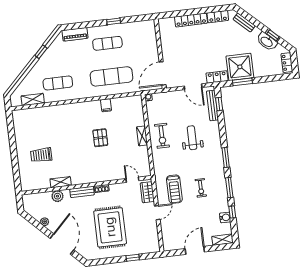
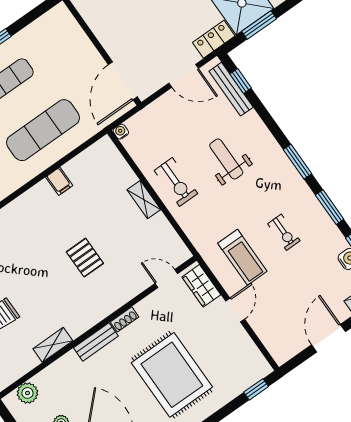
pallet: (100, 138) -> (85, 258), moved
plant: (57, 196) -> (27, 393), moved
window: (133, 258) -> (256, 389), moved

